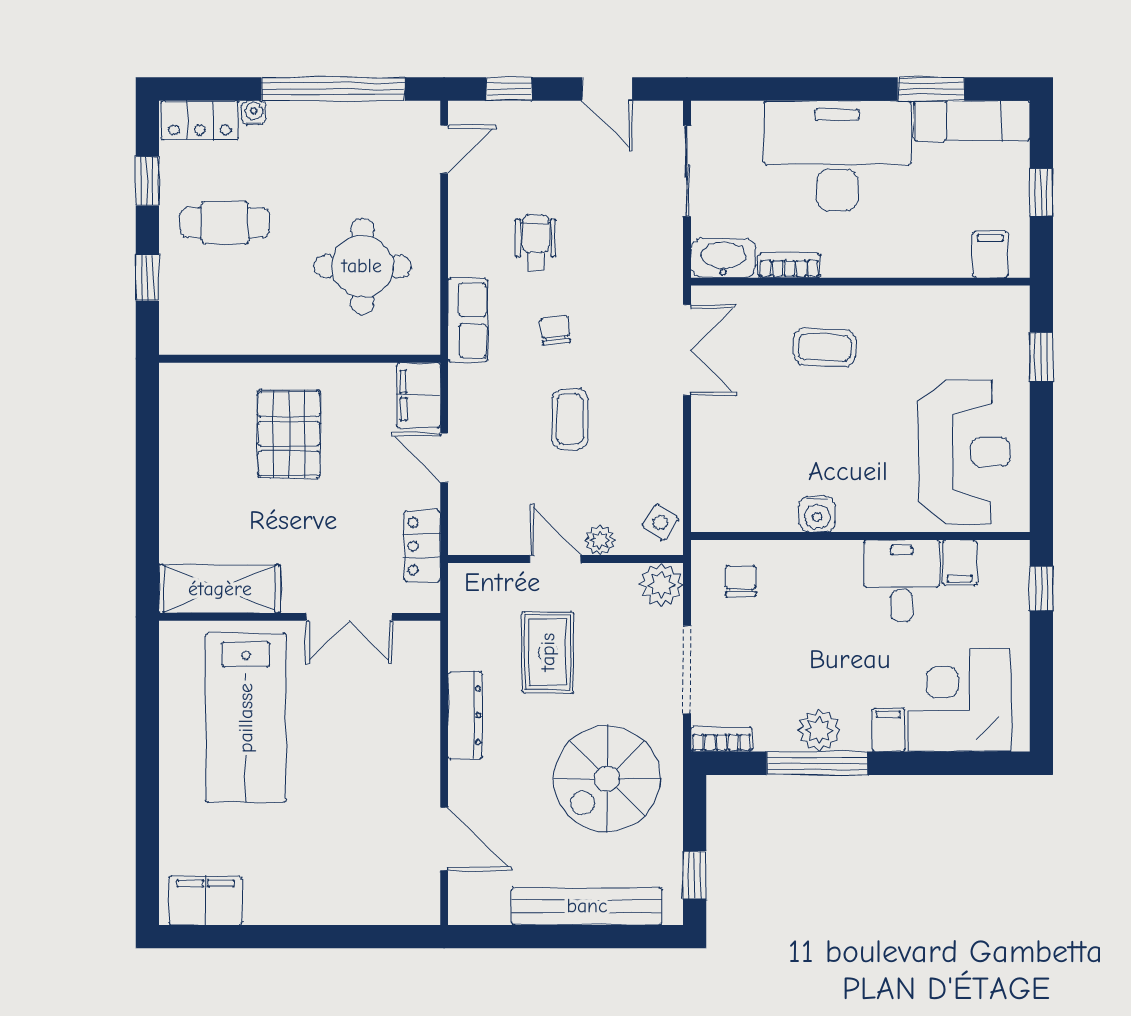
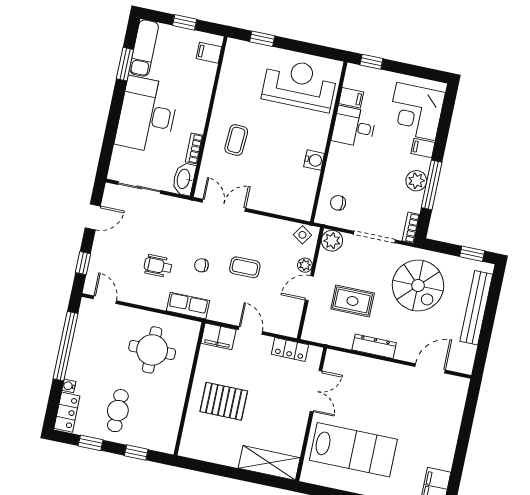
door: (444, 458) -> (250, 330), swing flipped
shelving: (220, 589) -> (269, 463), moved, turned 90

